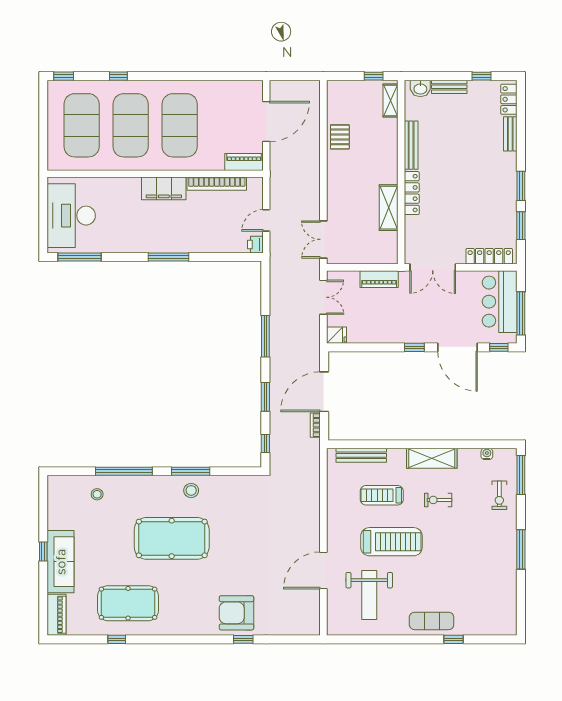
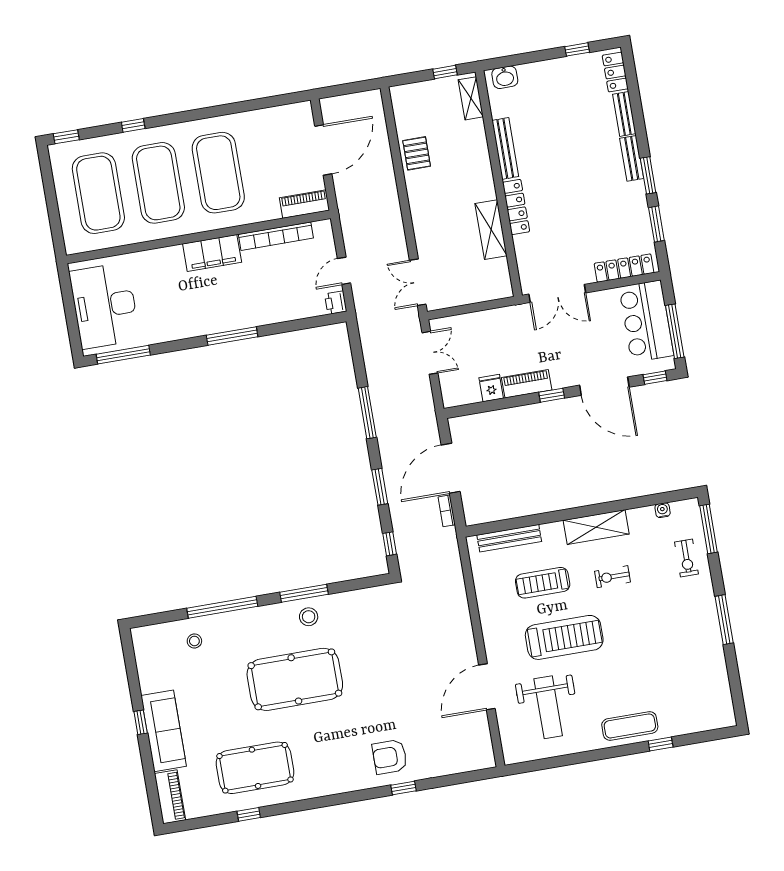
bench: (449, 87) -> (632, 158), moved, turned 90
piano: (379, 279) -> (527, 384), moved, turned 180
fridge: (336, 335) -> (491, 388), moved, turned -90
armchair: (237, 613) -> (390, 757), width x0.73, depth x0.73

